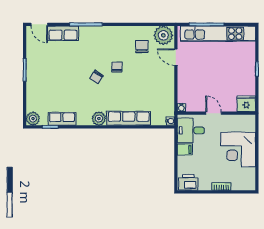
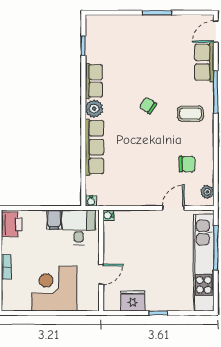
plant: (163, 35) -> (207, 192), width x0.53, depth x0.53
coffee table: (103, 44) -> (190, 114), added
chair: (117, 67) -> (161, 132), removed
fridge: (246, 104) -> (133, 301), moved, turned -90
door: (213, 113) -> (101, 274), moved
plant: (33, 119) -> (94, 23), removed
row of seats: (62, 119) -> (94, 81), moved

